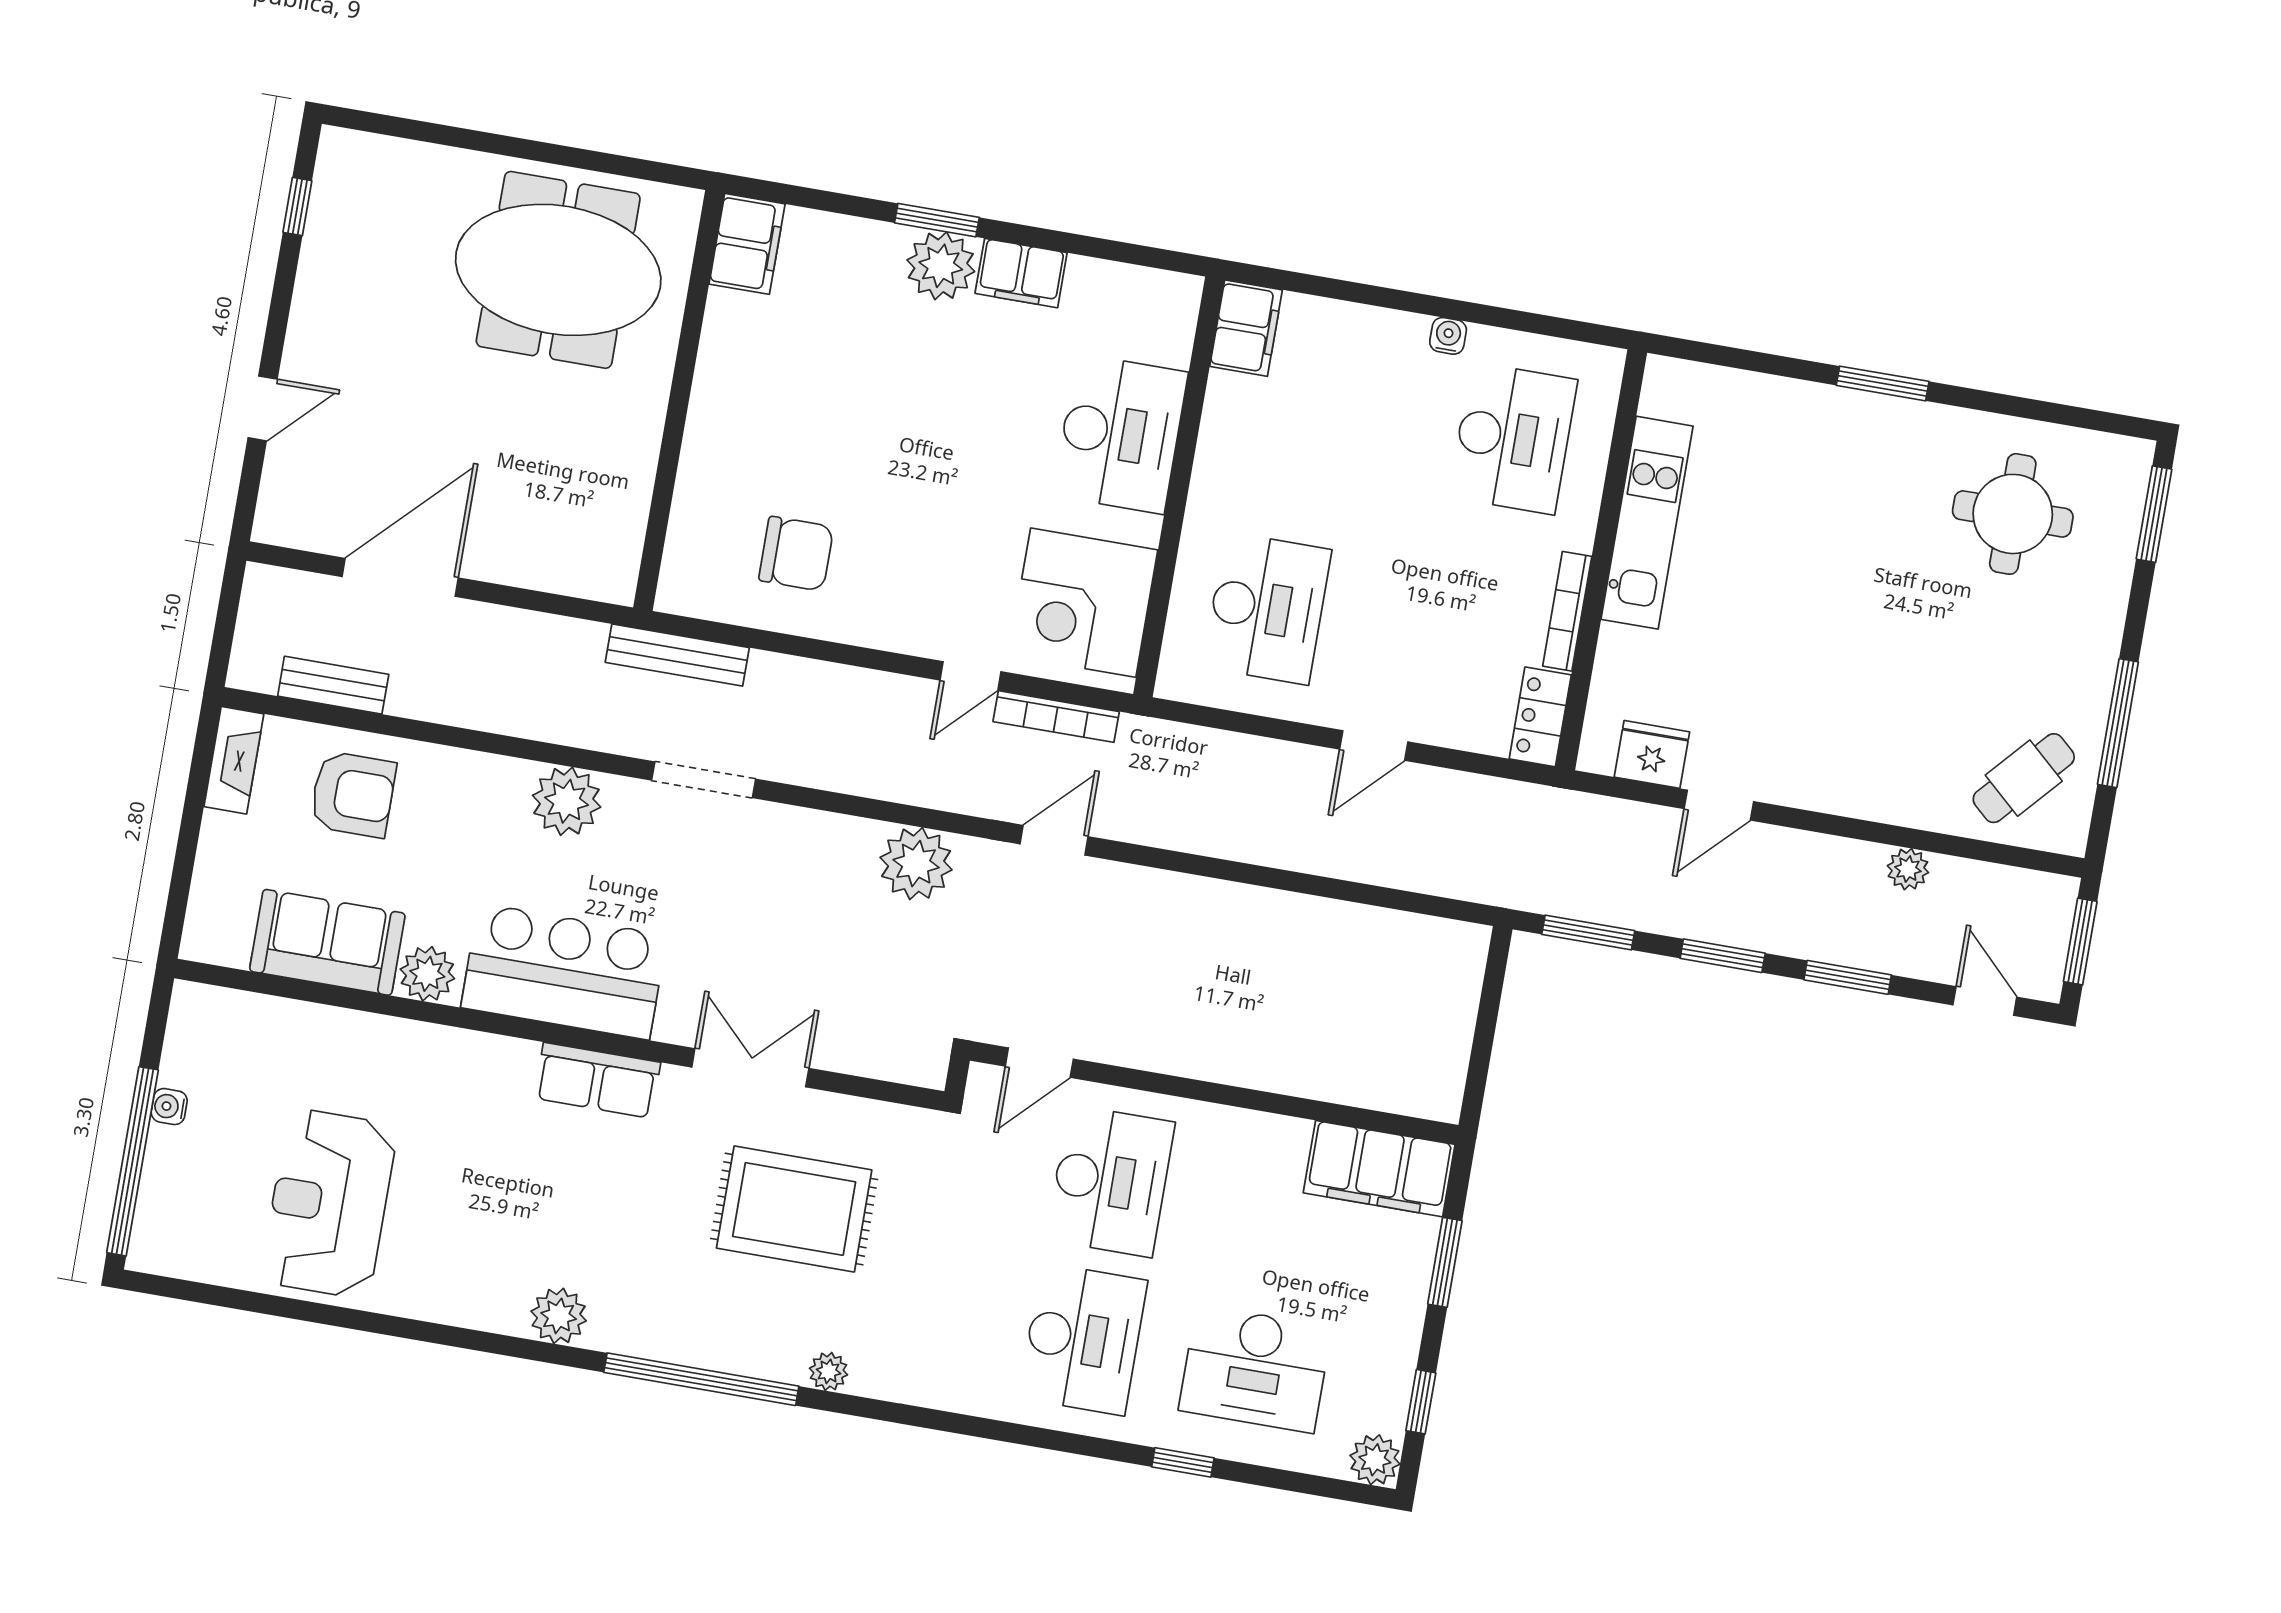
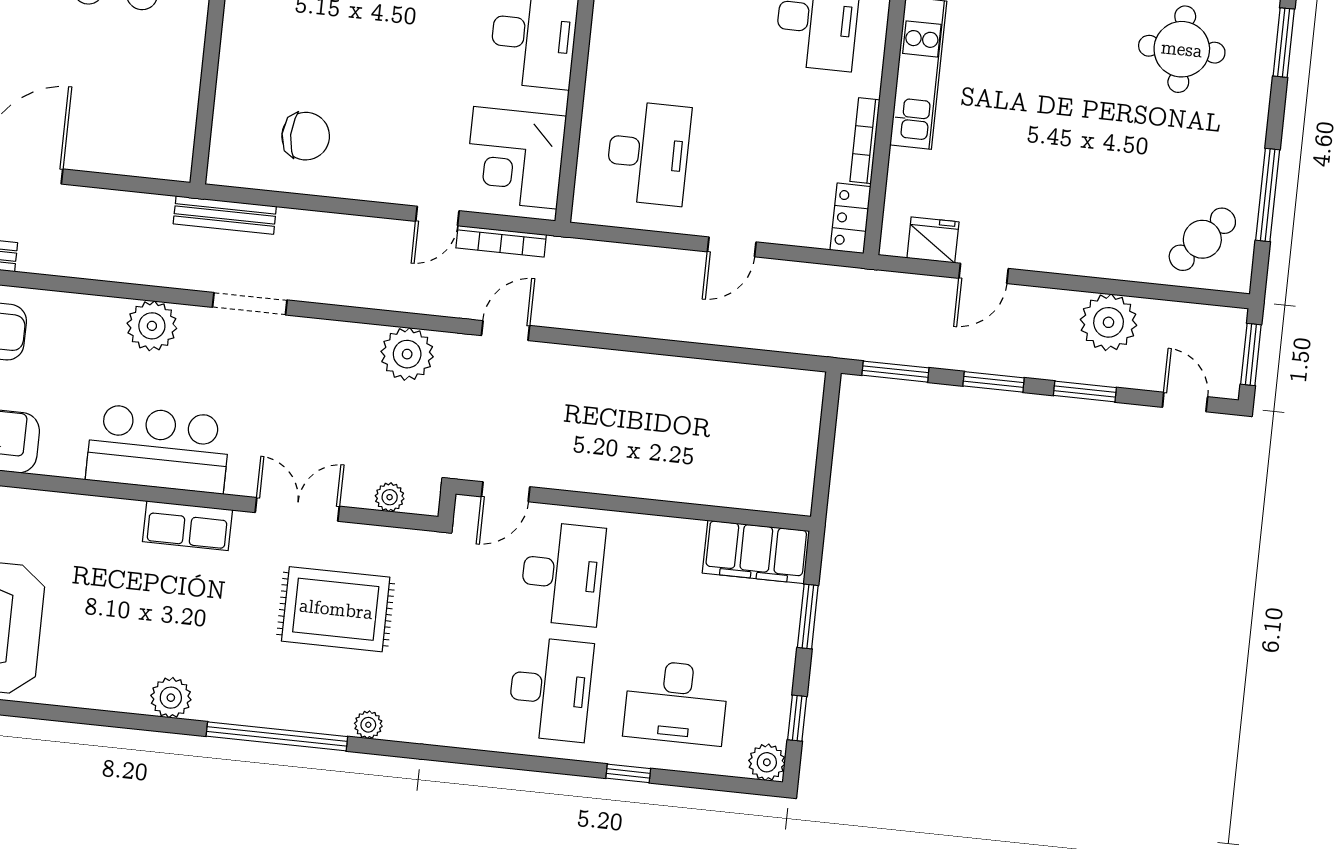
plant: (1908, 869) -> (1109, 322), width x1.88, depth x1.88
plant: (427, 974) -> (390, 497), moved, width x0.73, depth x0.73

